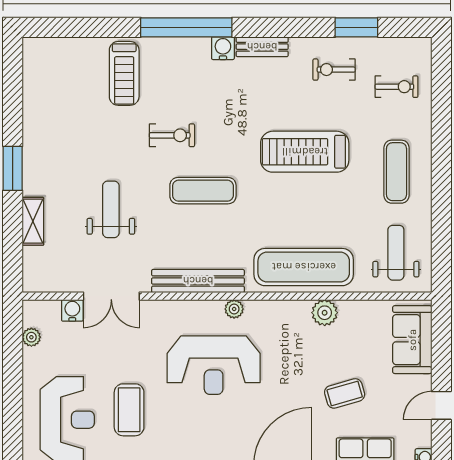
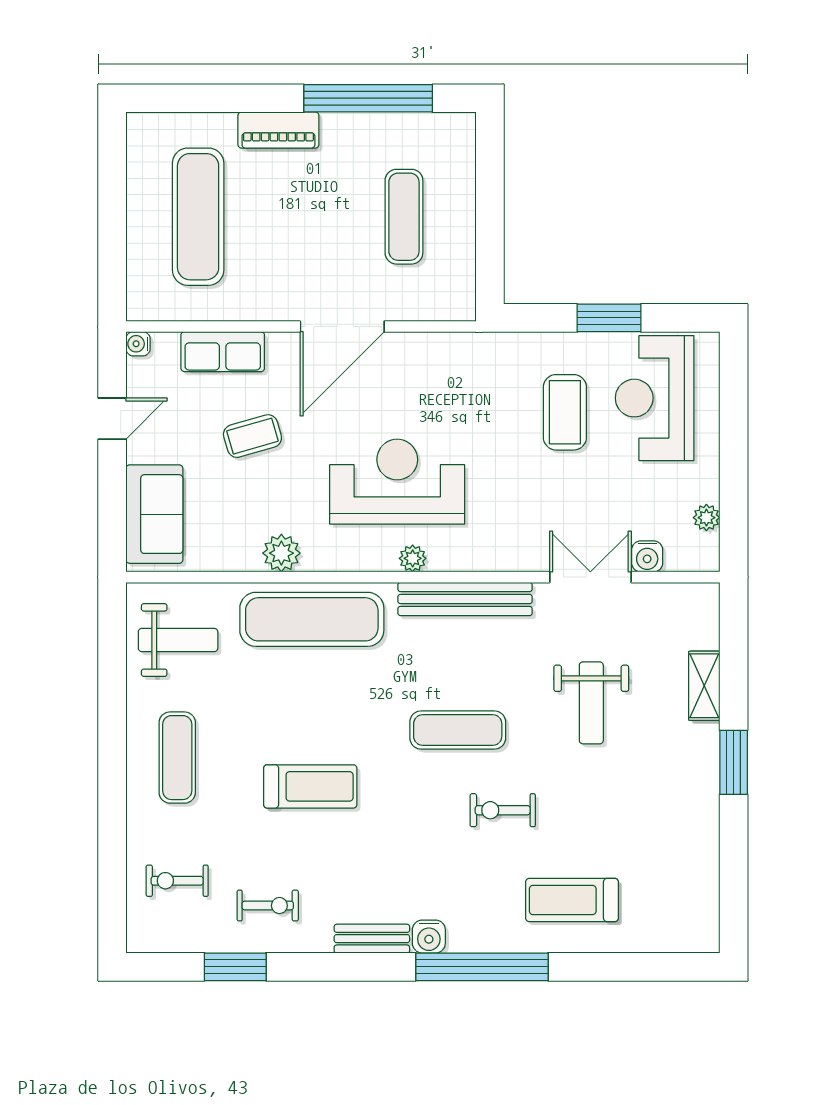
treadmill: (124, 73) -> (572, 900), turned -90
treadmill: (305, 152) -> (310, 786), width x0.73, depth x0.73
weight bench: (396, 253) -> (178, 640), turned -90
reception desk: (214, 365) -> (397, 482), moved

